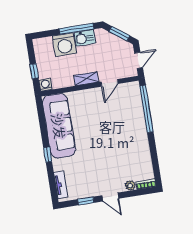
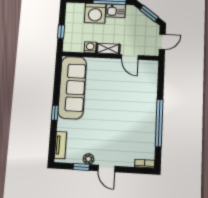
door: (109, 83) -> (130, 57), hinge flipped
washing machine: (45, 85) -> (90, 47), moved
window: (146, 109) -> (159, 123), moved
plant: (130, 185) -> (88, 159), moved

